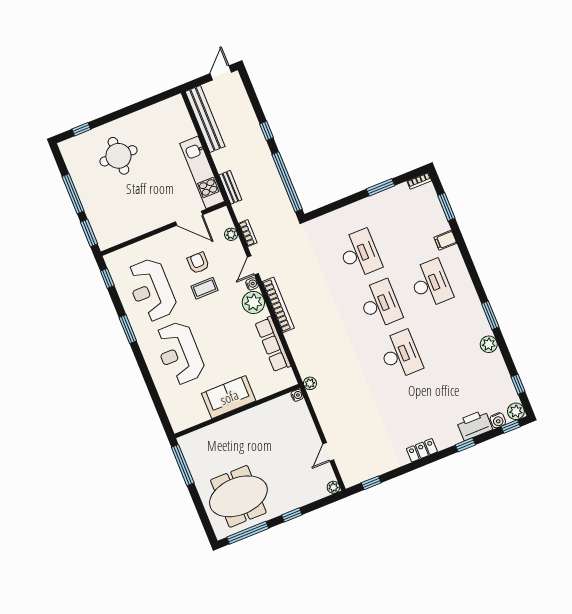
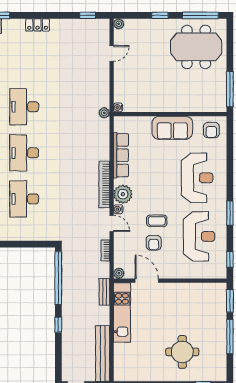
plant: (231, 234) -> (119, 273), moved
door: (253, 265) -> (112, 223), hinge flipped
armchair: (185, 412) -> (211, 130), added

